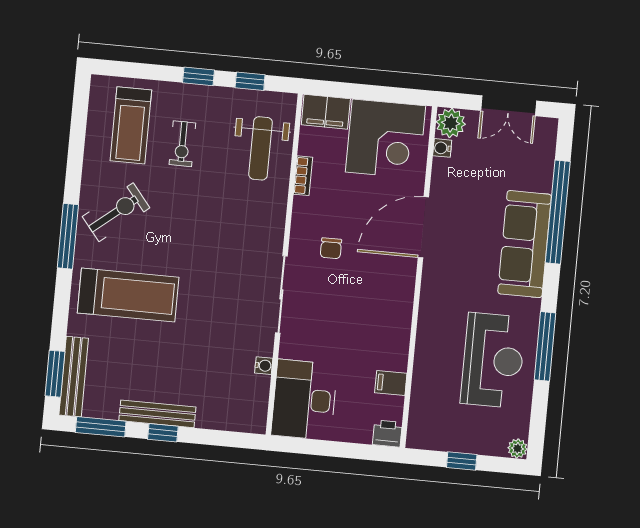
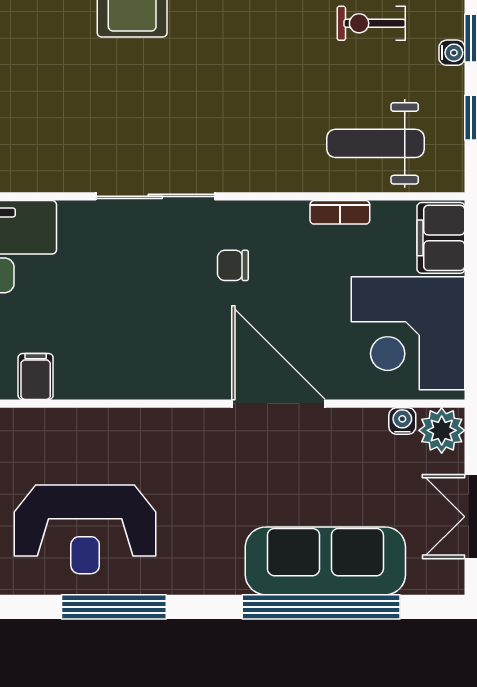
sofa: (525, 244) -> (325, 561), moved
water cooler: (264, 366) -> (452, 53), moved, turned -90

